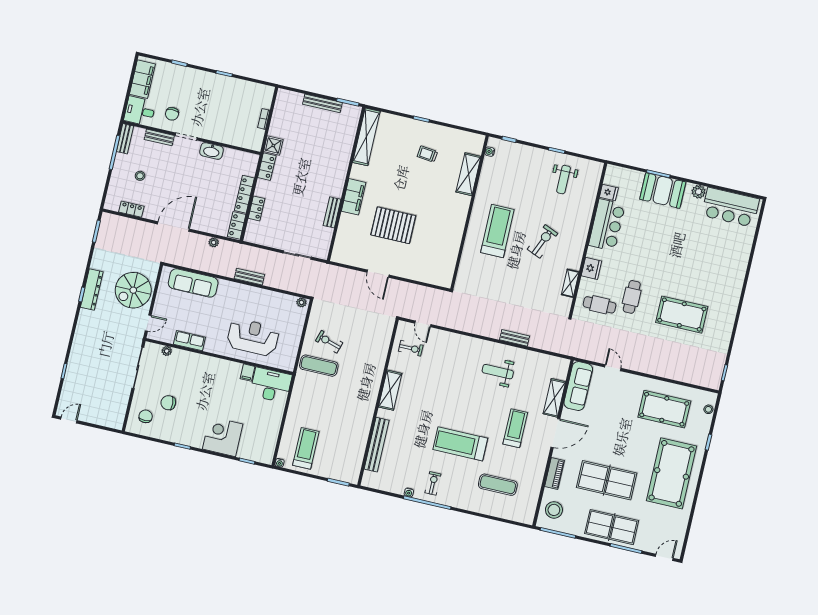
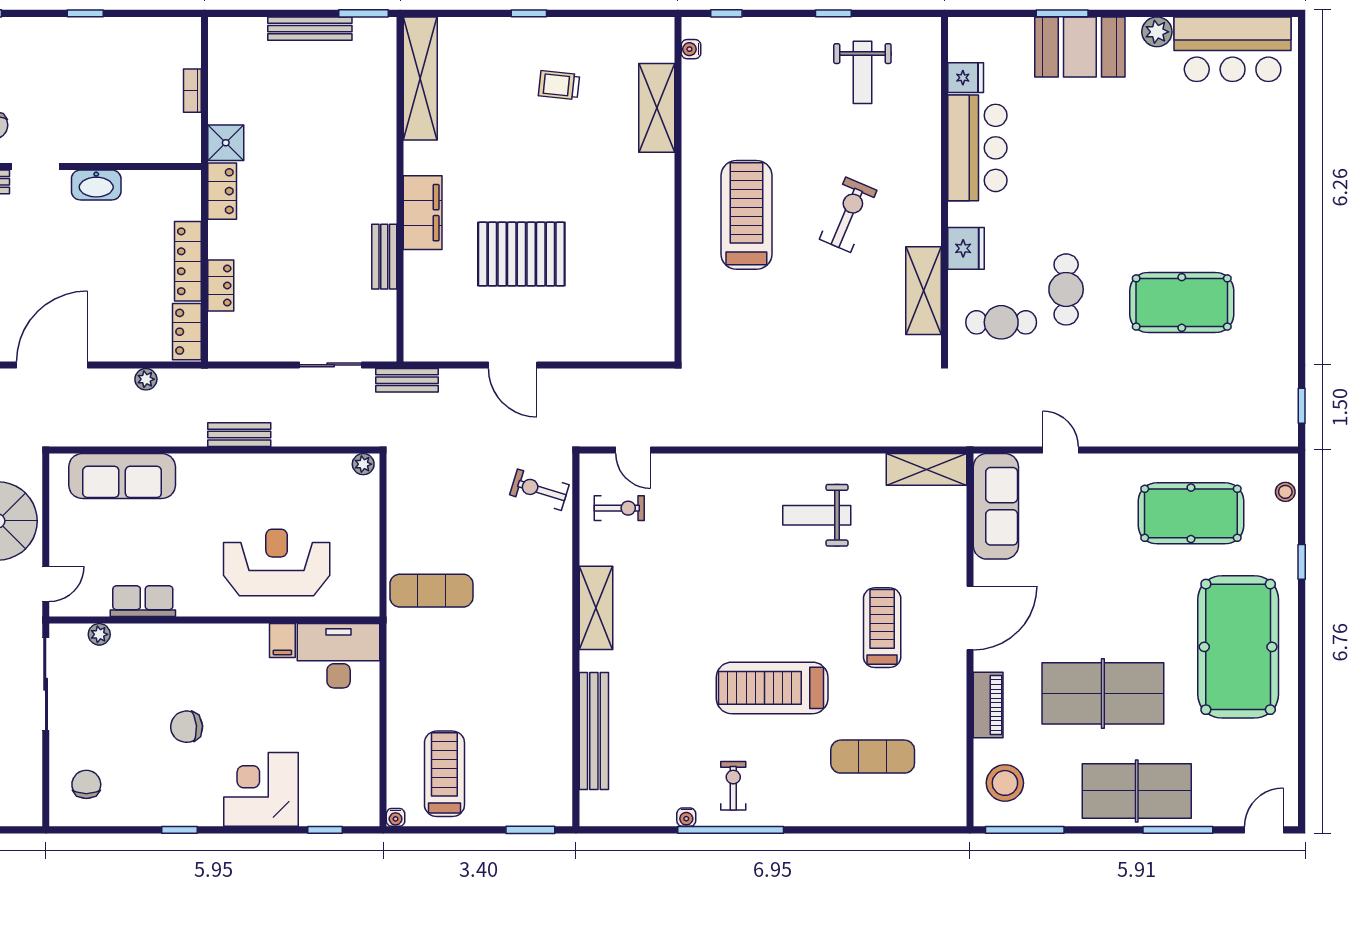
shelving: (570, 283) -> (923, 291), width x1.50, depth x1.33
bench: (515, 338) -> (407, 380), moved
exercise bike: (329, 342) -> (539, 490), moved
shelving: (554, 398) -> (926, 469), moved, turned 90
chair: (168, 403) -> (187, 727), moved

